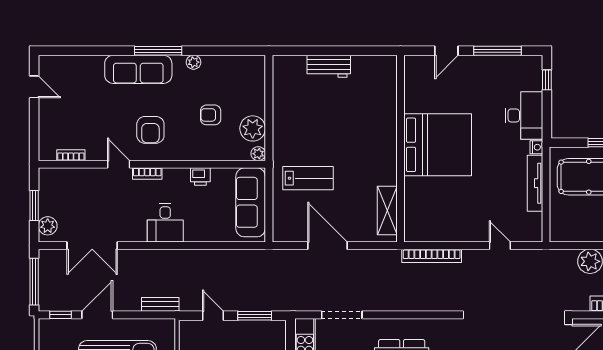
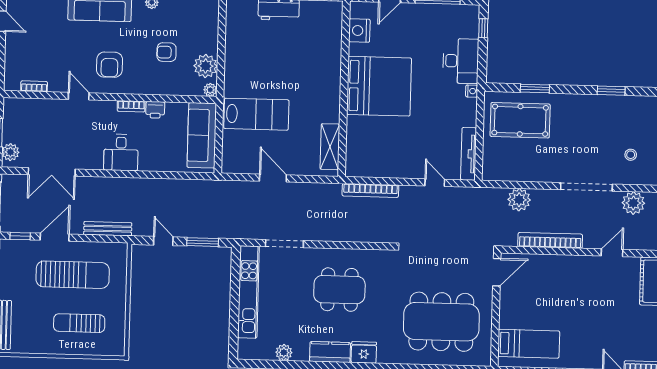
nightstand: (415, 86) -> (359, 31), added
bookcase: (147, 174) -> (131, 106), moved
lab bench: (308, 178) -> (256, 114), width x1.36, depth x1.39
tv unit: (535, 183) -> (469, 154), moved
door: (328, 246) -> (273, 178), width x0.73
bench: (160, 304) -> (108, 229), width x1.36

